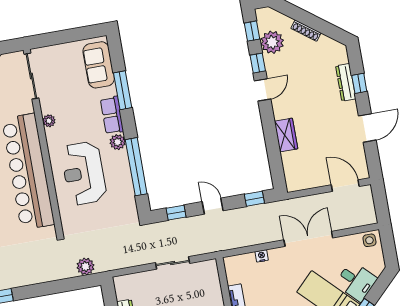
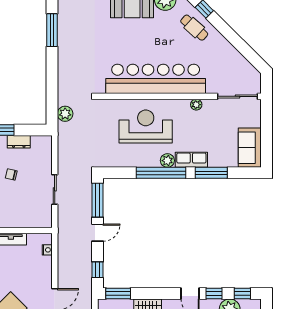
sofa: (99, 65) -> (250, 148), moved, turned -90
window: (136, 167) -> (161, 173), moved
window: (277, 171) -> (118, 293), added
window: (176, 213) -> (98, 200), width x2.17
nightstand: (262, 256) -> (47, 250), moved

